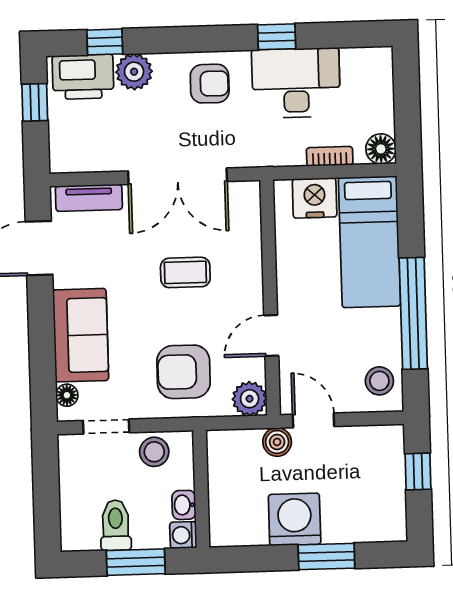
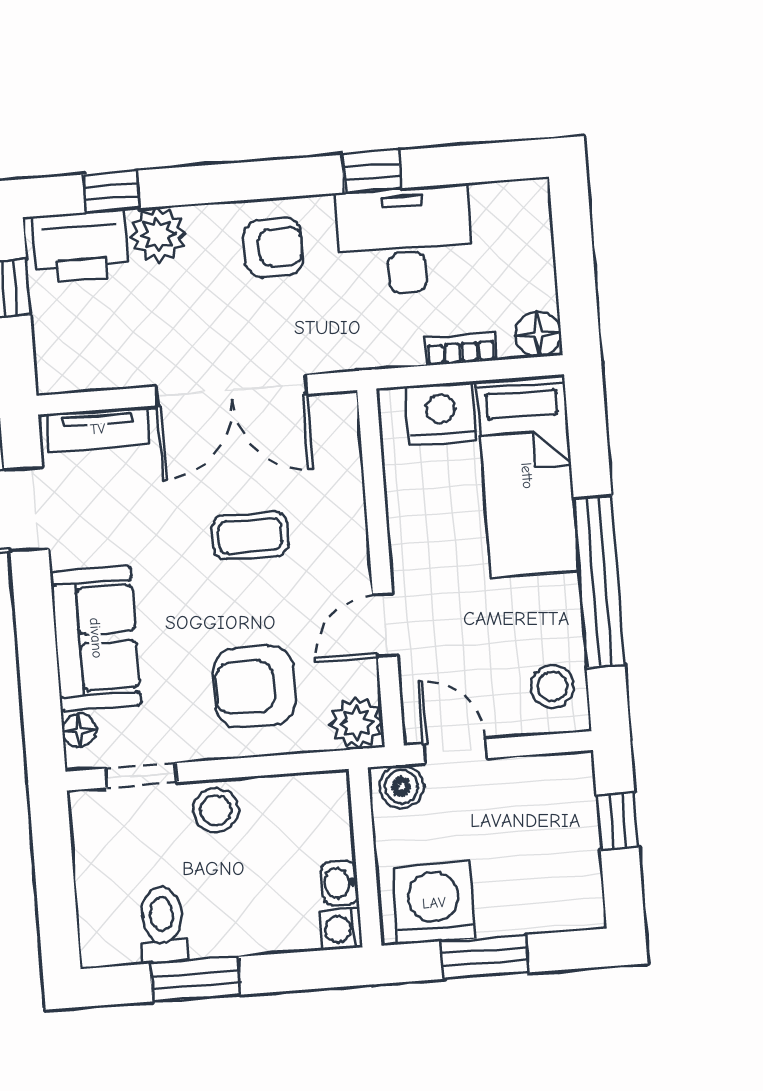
wall: (201, 489) -> (365, 857), moved
washbasin: (184, 505) -> (340, 883), moved
washing machine: (183, 535) -> (341, 929), moved

